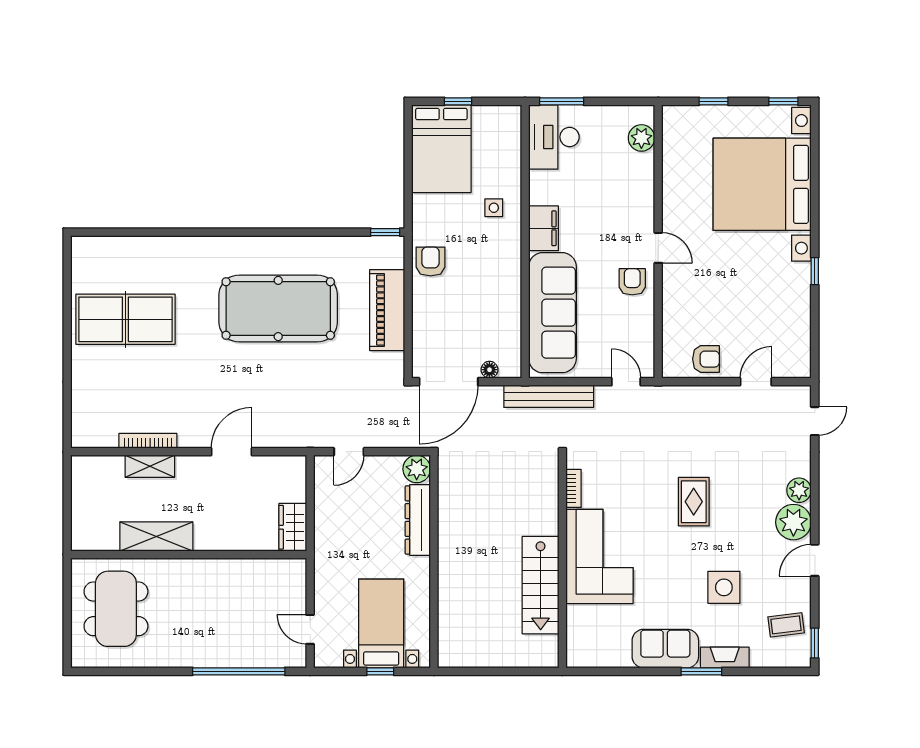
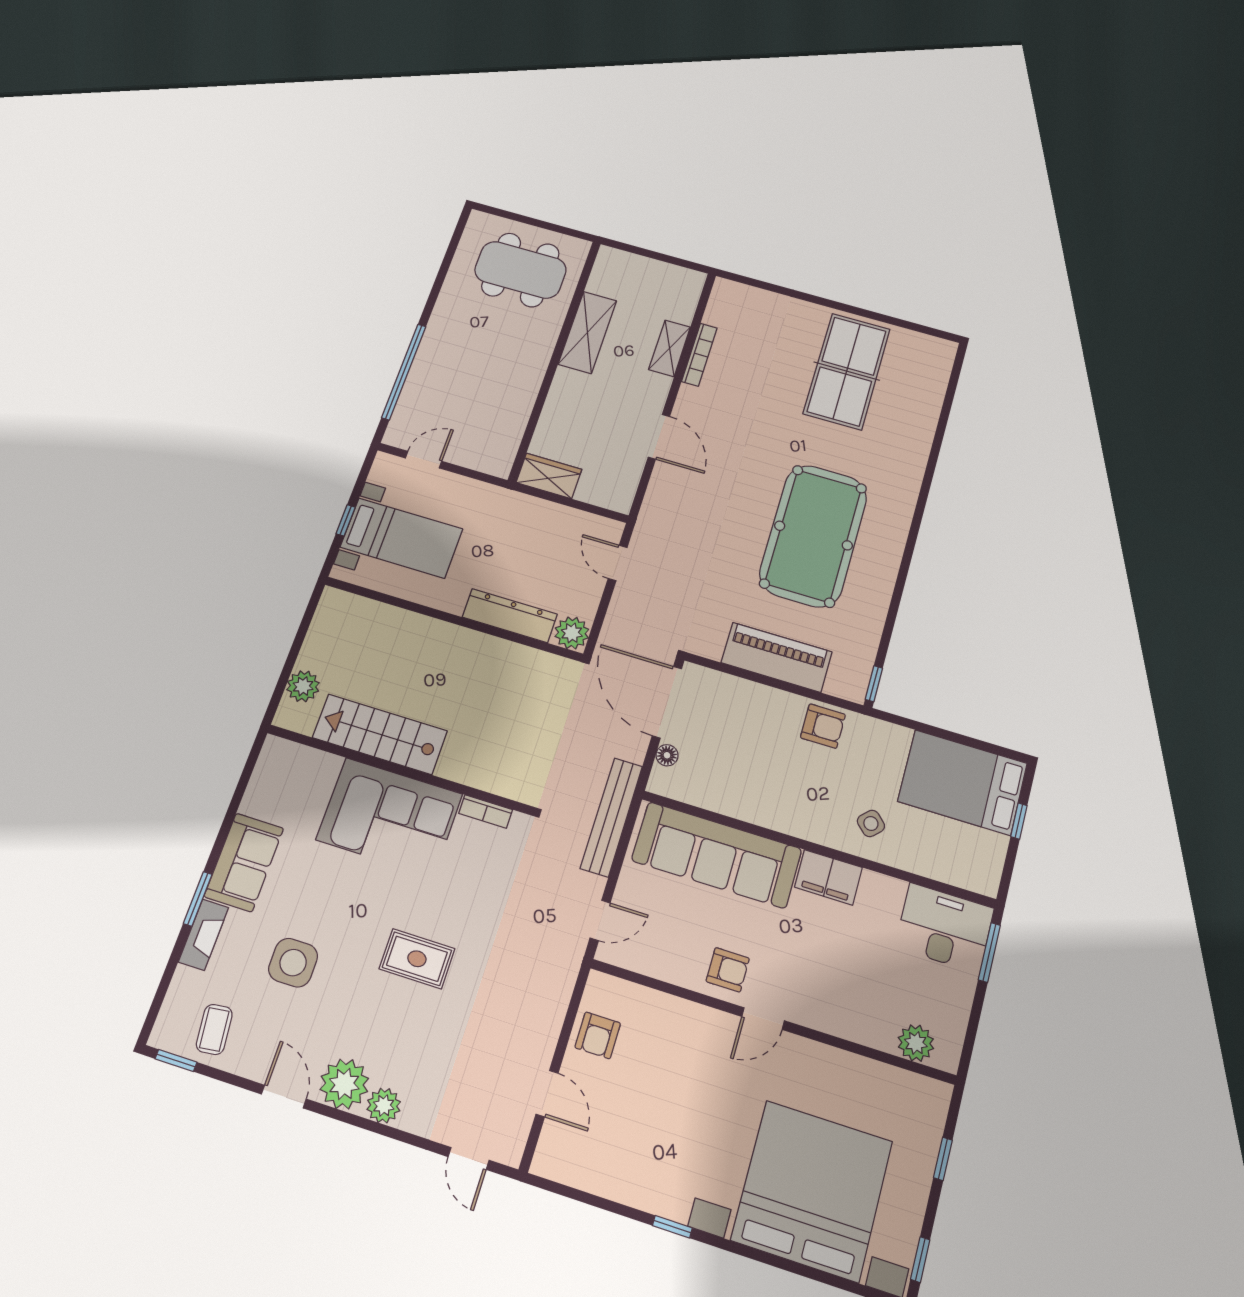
side table: (494, 208) -> (871, 823), turned 45
plant: (522, 655) -> (303, 686), added

